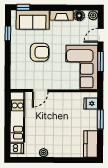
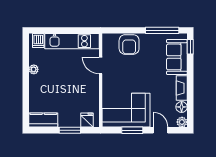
window: (8, 33) -> (162, 30), width x2.17
armchair: (40, 52) -> (129, 44), moved

